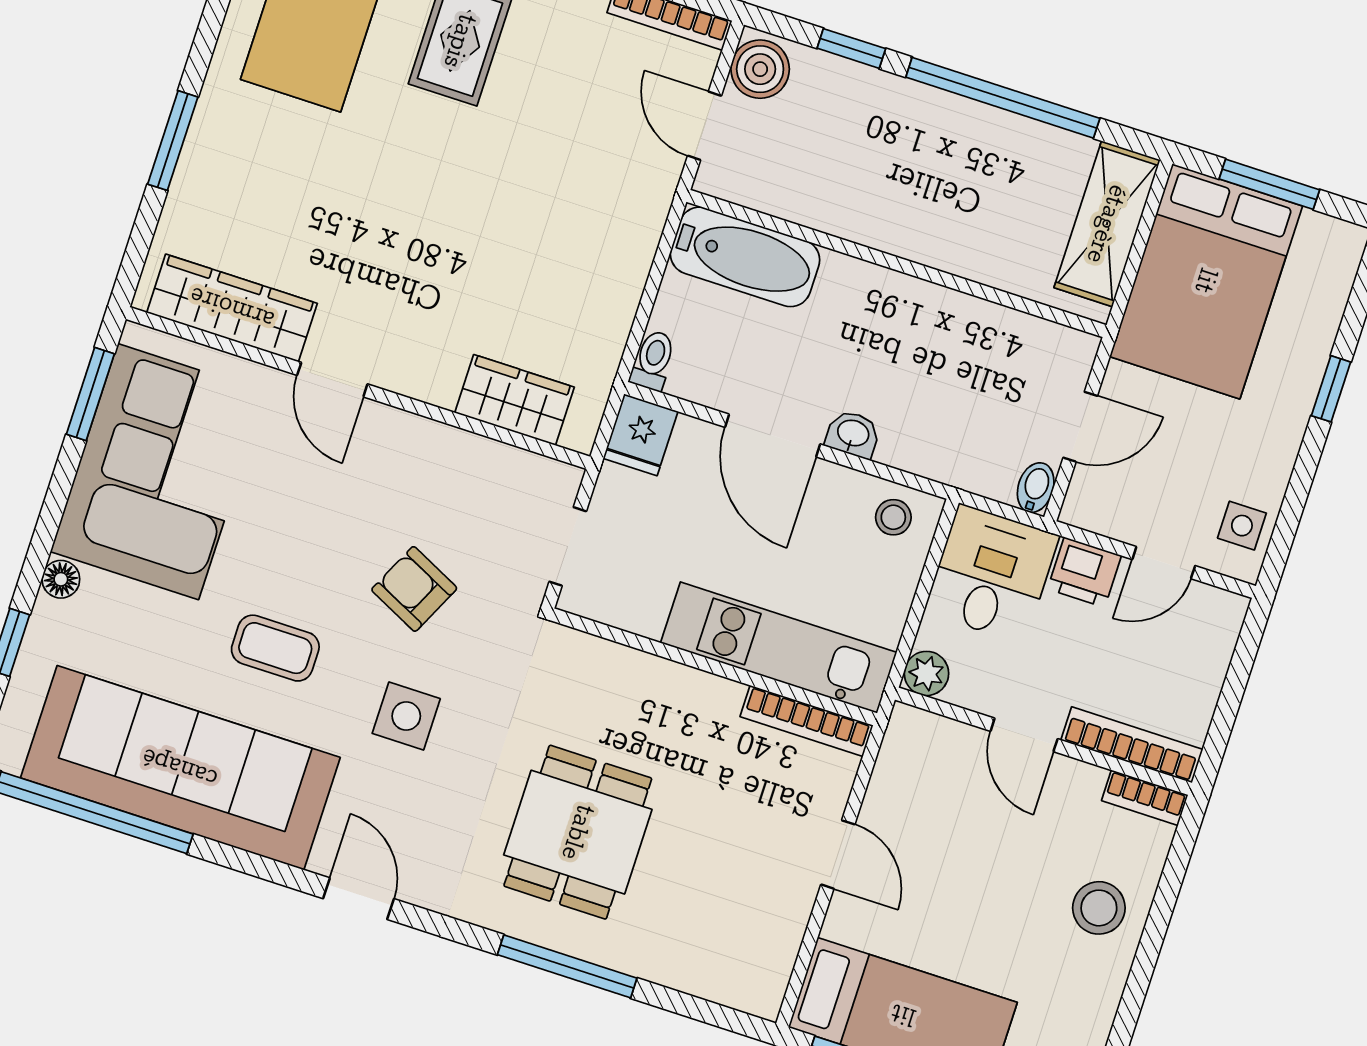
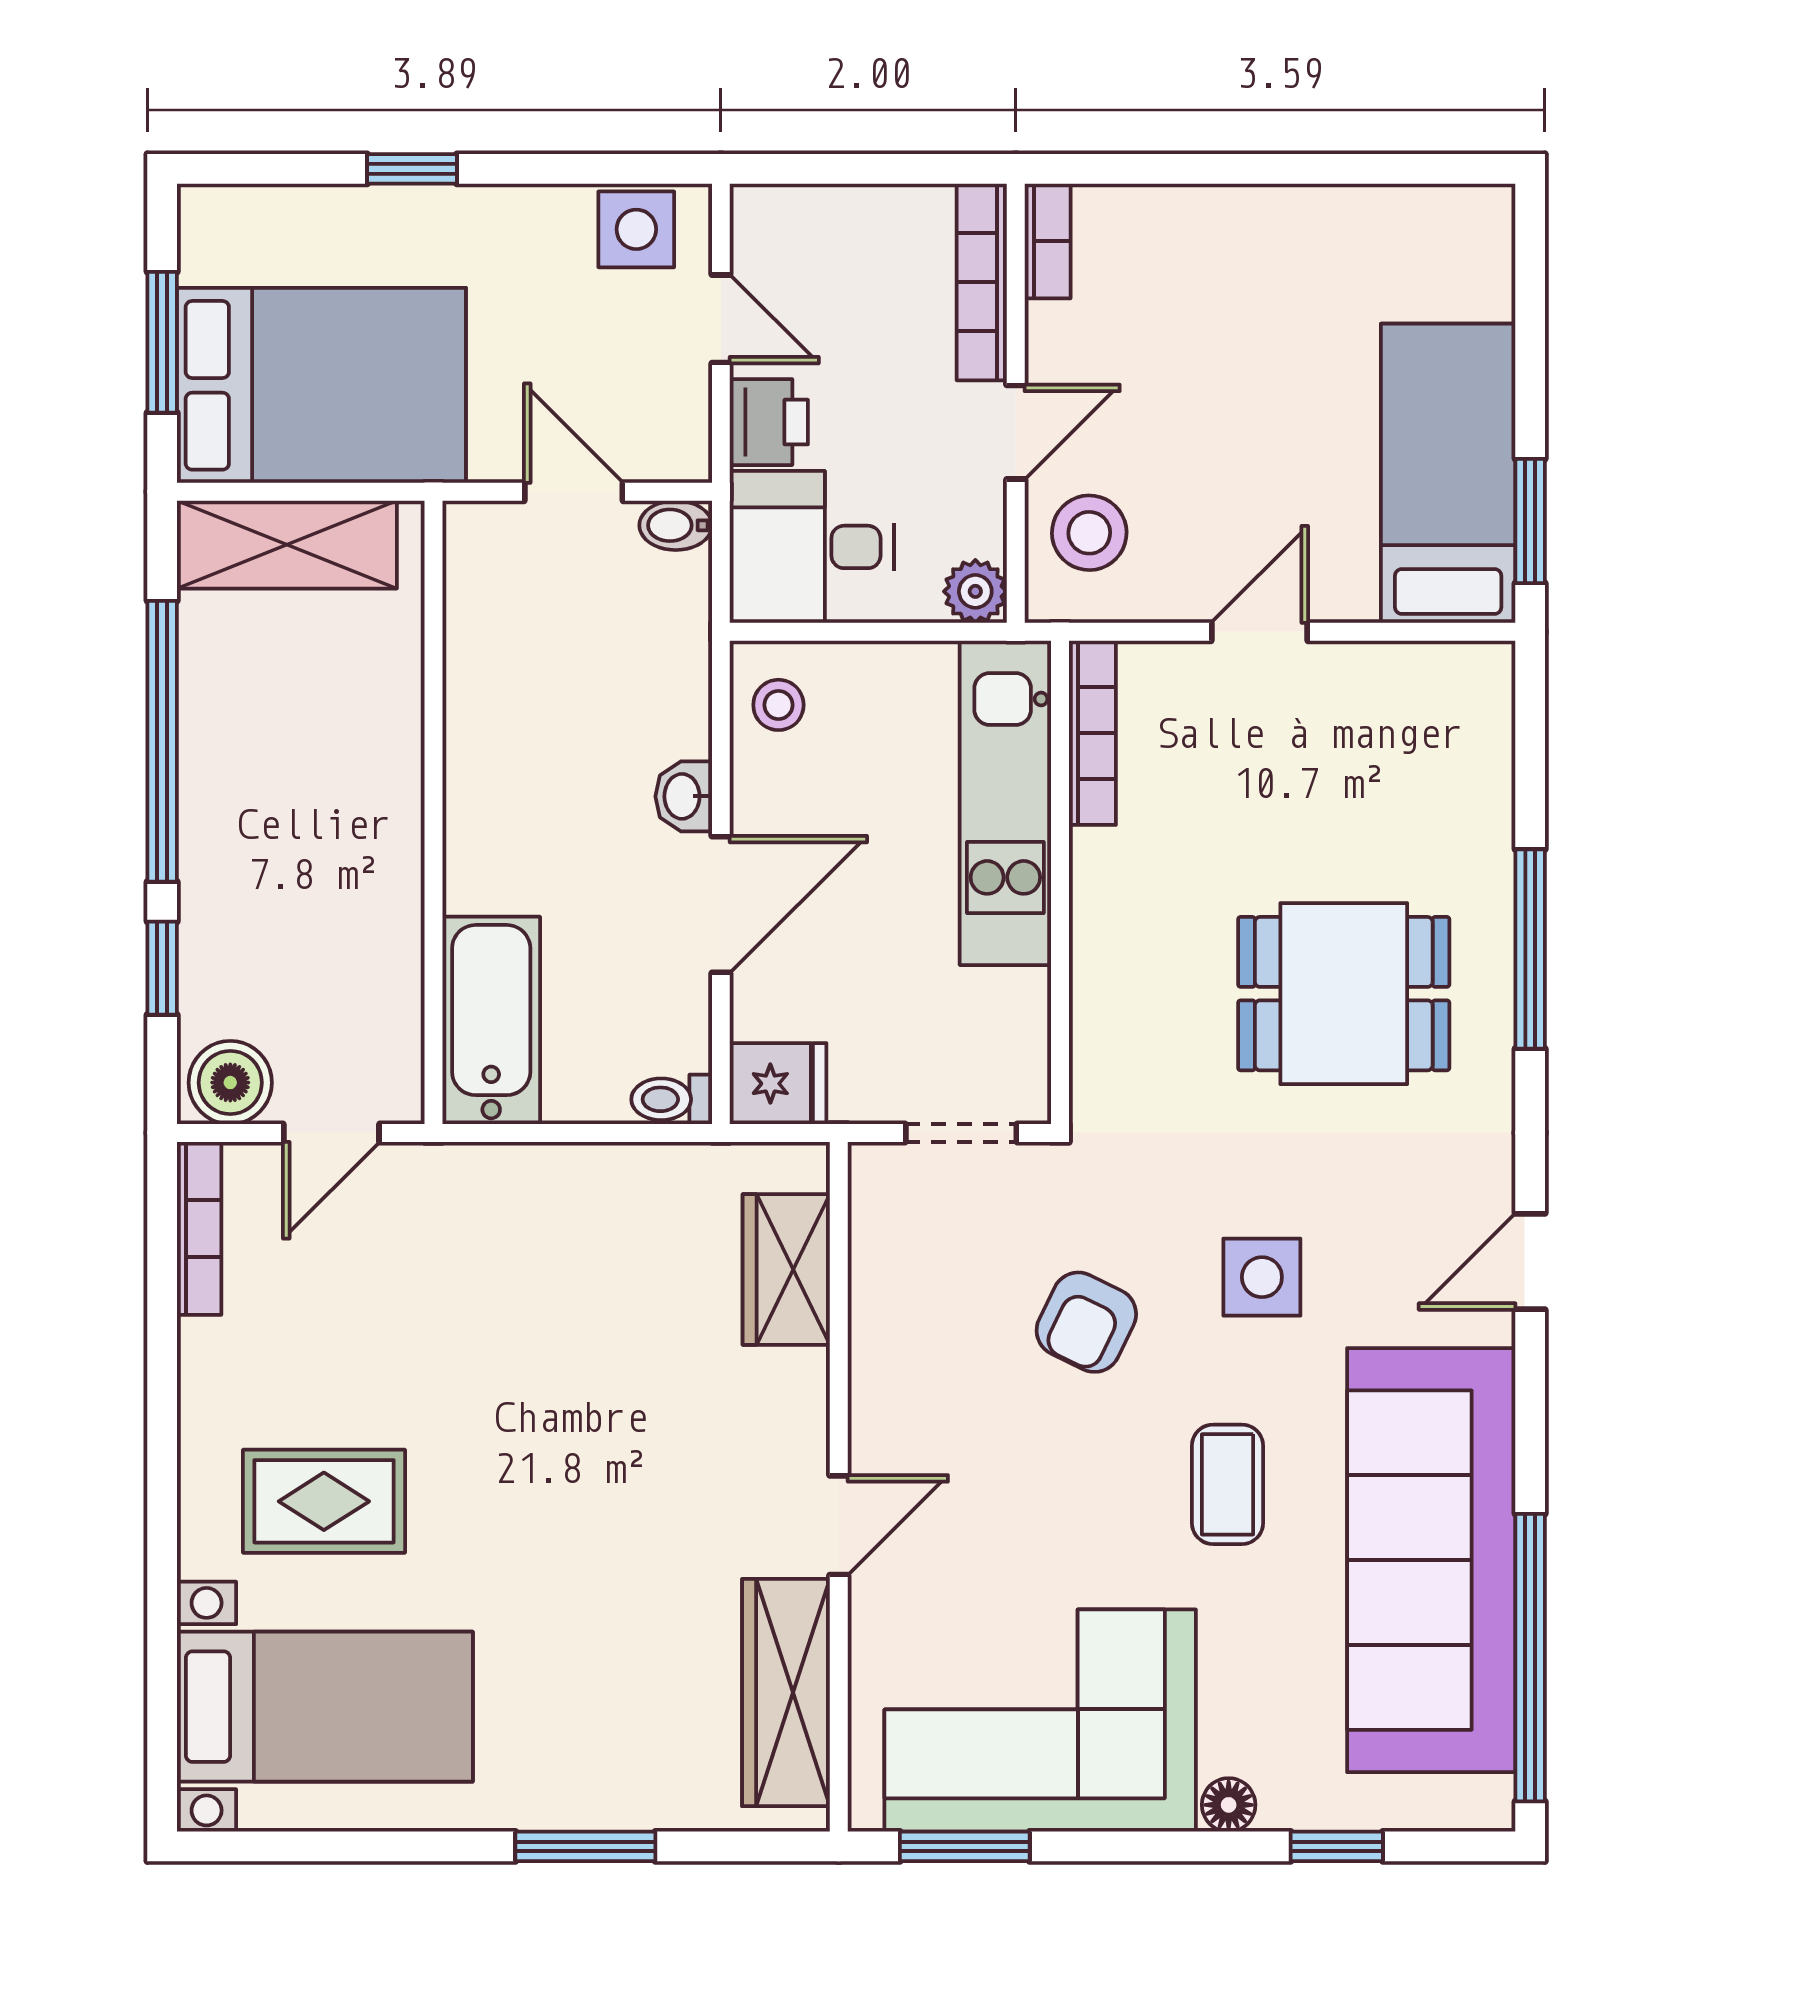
side table: (1242, 526) -> (636, 229), width x1.37, depth x1.37
stool: (1099, 908) -> (1089, 533), moved

